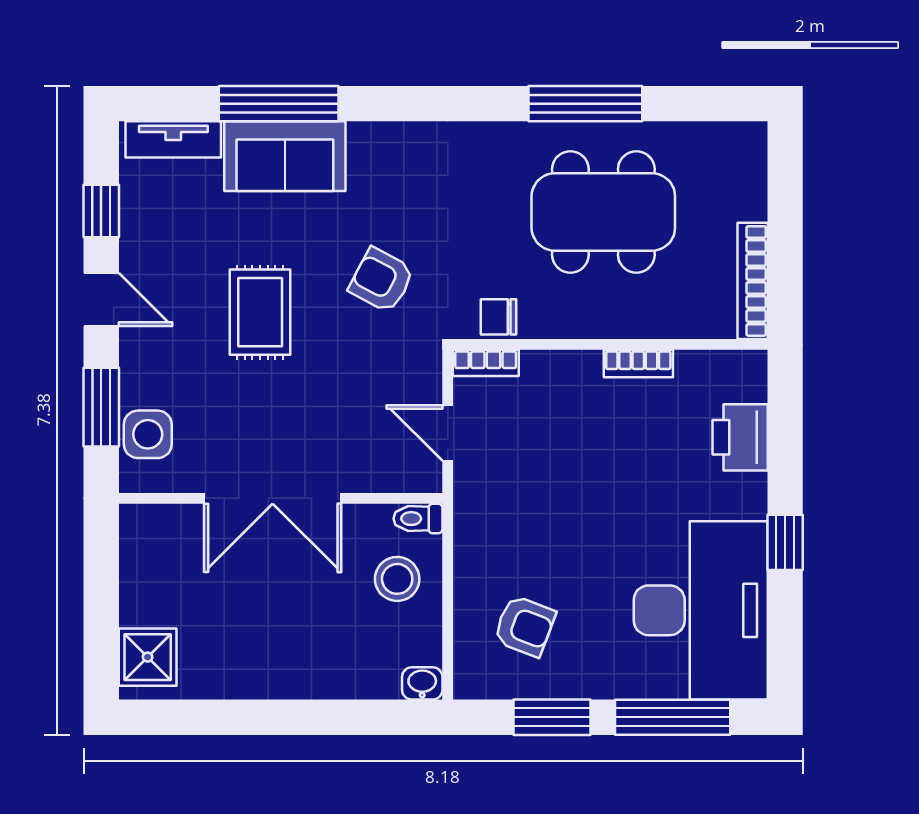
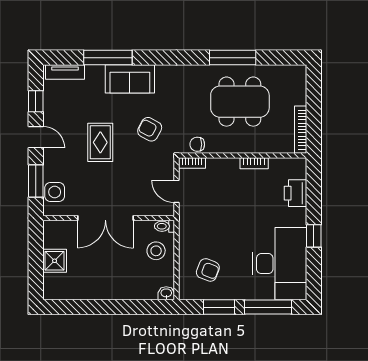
sofa: (285, 156) -> (130, 79), moved
shower: (148, 657) -> (55, 261), moved

